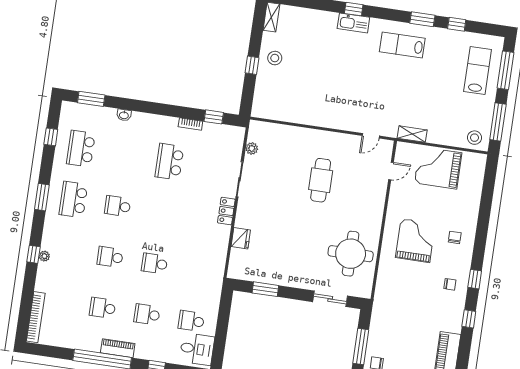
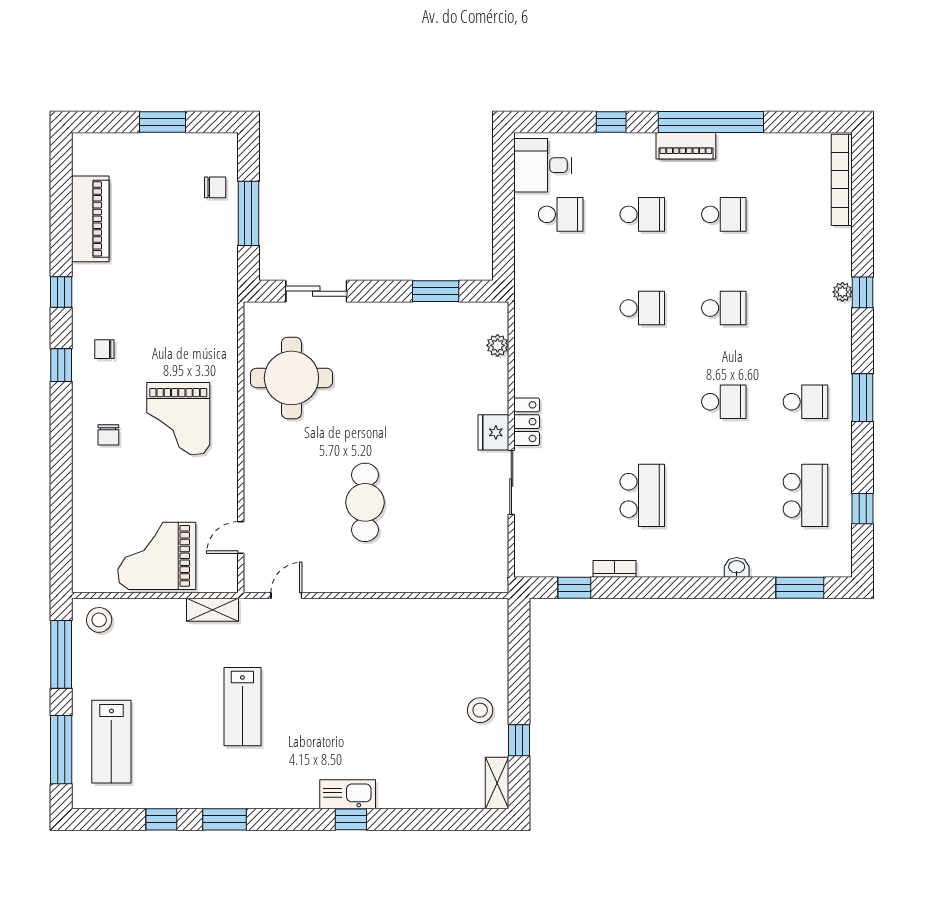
lab bench: (402, 45) -> (242, 707), moved, turned 90
window: (252, 65) -> (519, 740), moved
plant: (252, 148) -> (498, 345), moved
grand piano: (438, 168) -> (157, 556), turned 180
school desk: (73, 199) -> (805, 402), width x0.54
fridge: (241, 238) -> (493, 432), moved

